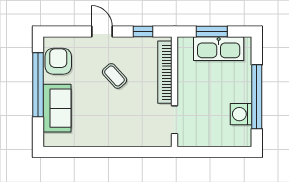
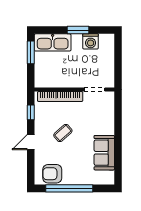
window: (212, 32) -> (31, 52), moved
kitchen sink: (219, 49) -> (53, 42), moved, turned 90
window: (257, 97) -> (78, 30), width x0.47
sofa: (57, 108) -> (104, 153), moved, turned -90

